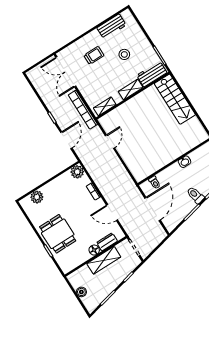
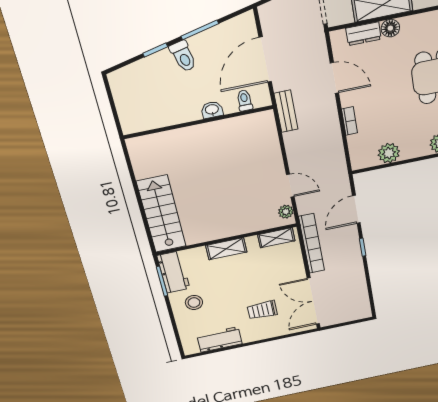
stool: (124, 54) -> (194, 302), moved
double door: (66, 72) -> (313, 301), swing flipped
workbench: (152, 74) -> (173, 272), moved, turned -90
plant: (106, 125) -> (286, 212), added
door: (110, 142) -> (290, 186), swing flipped
washbasin: (185, 162) -> (212, 110), moved
plant: (77, 172) -> (389, 153), moved
bench: (130, 184) -> (286, 111), added

